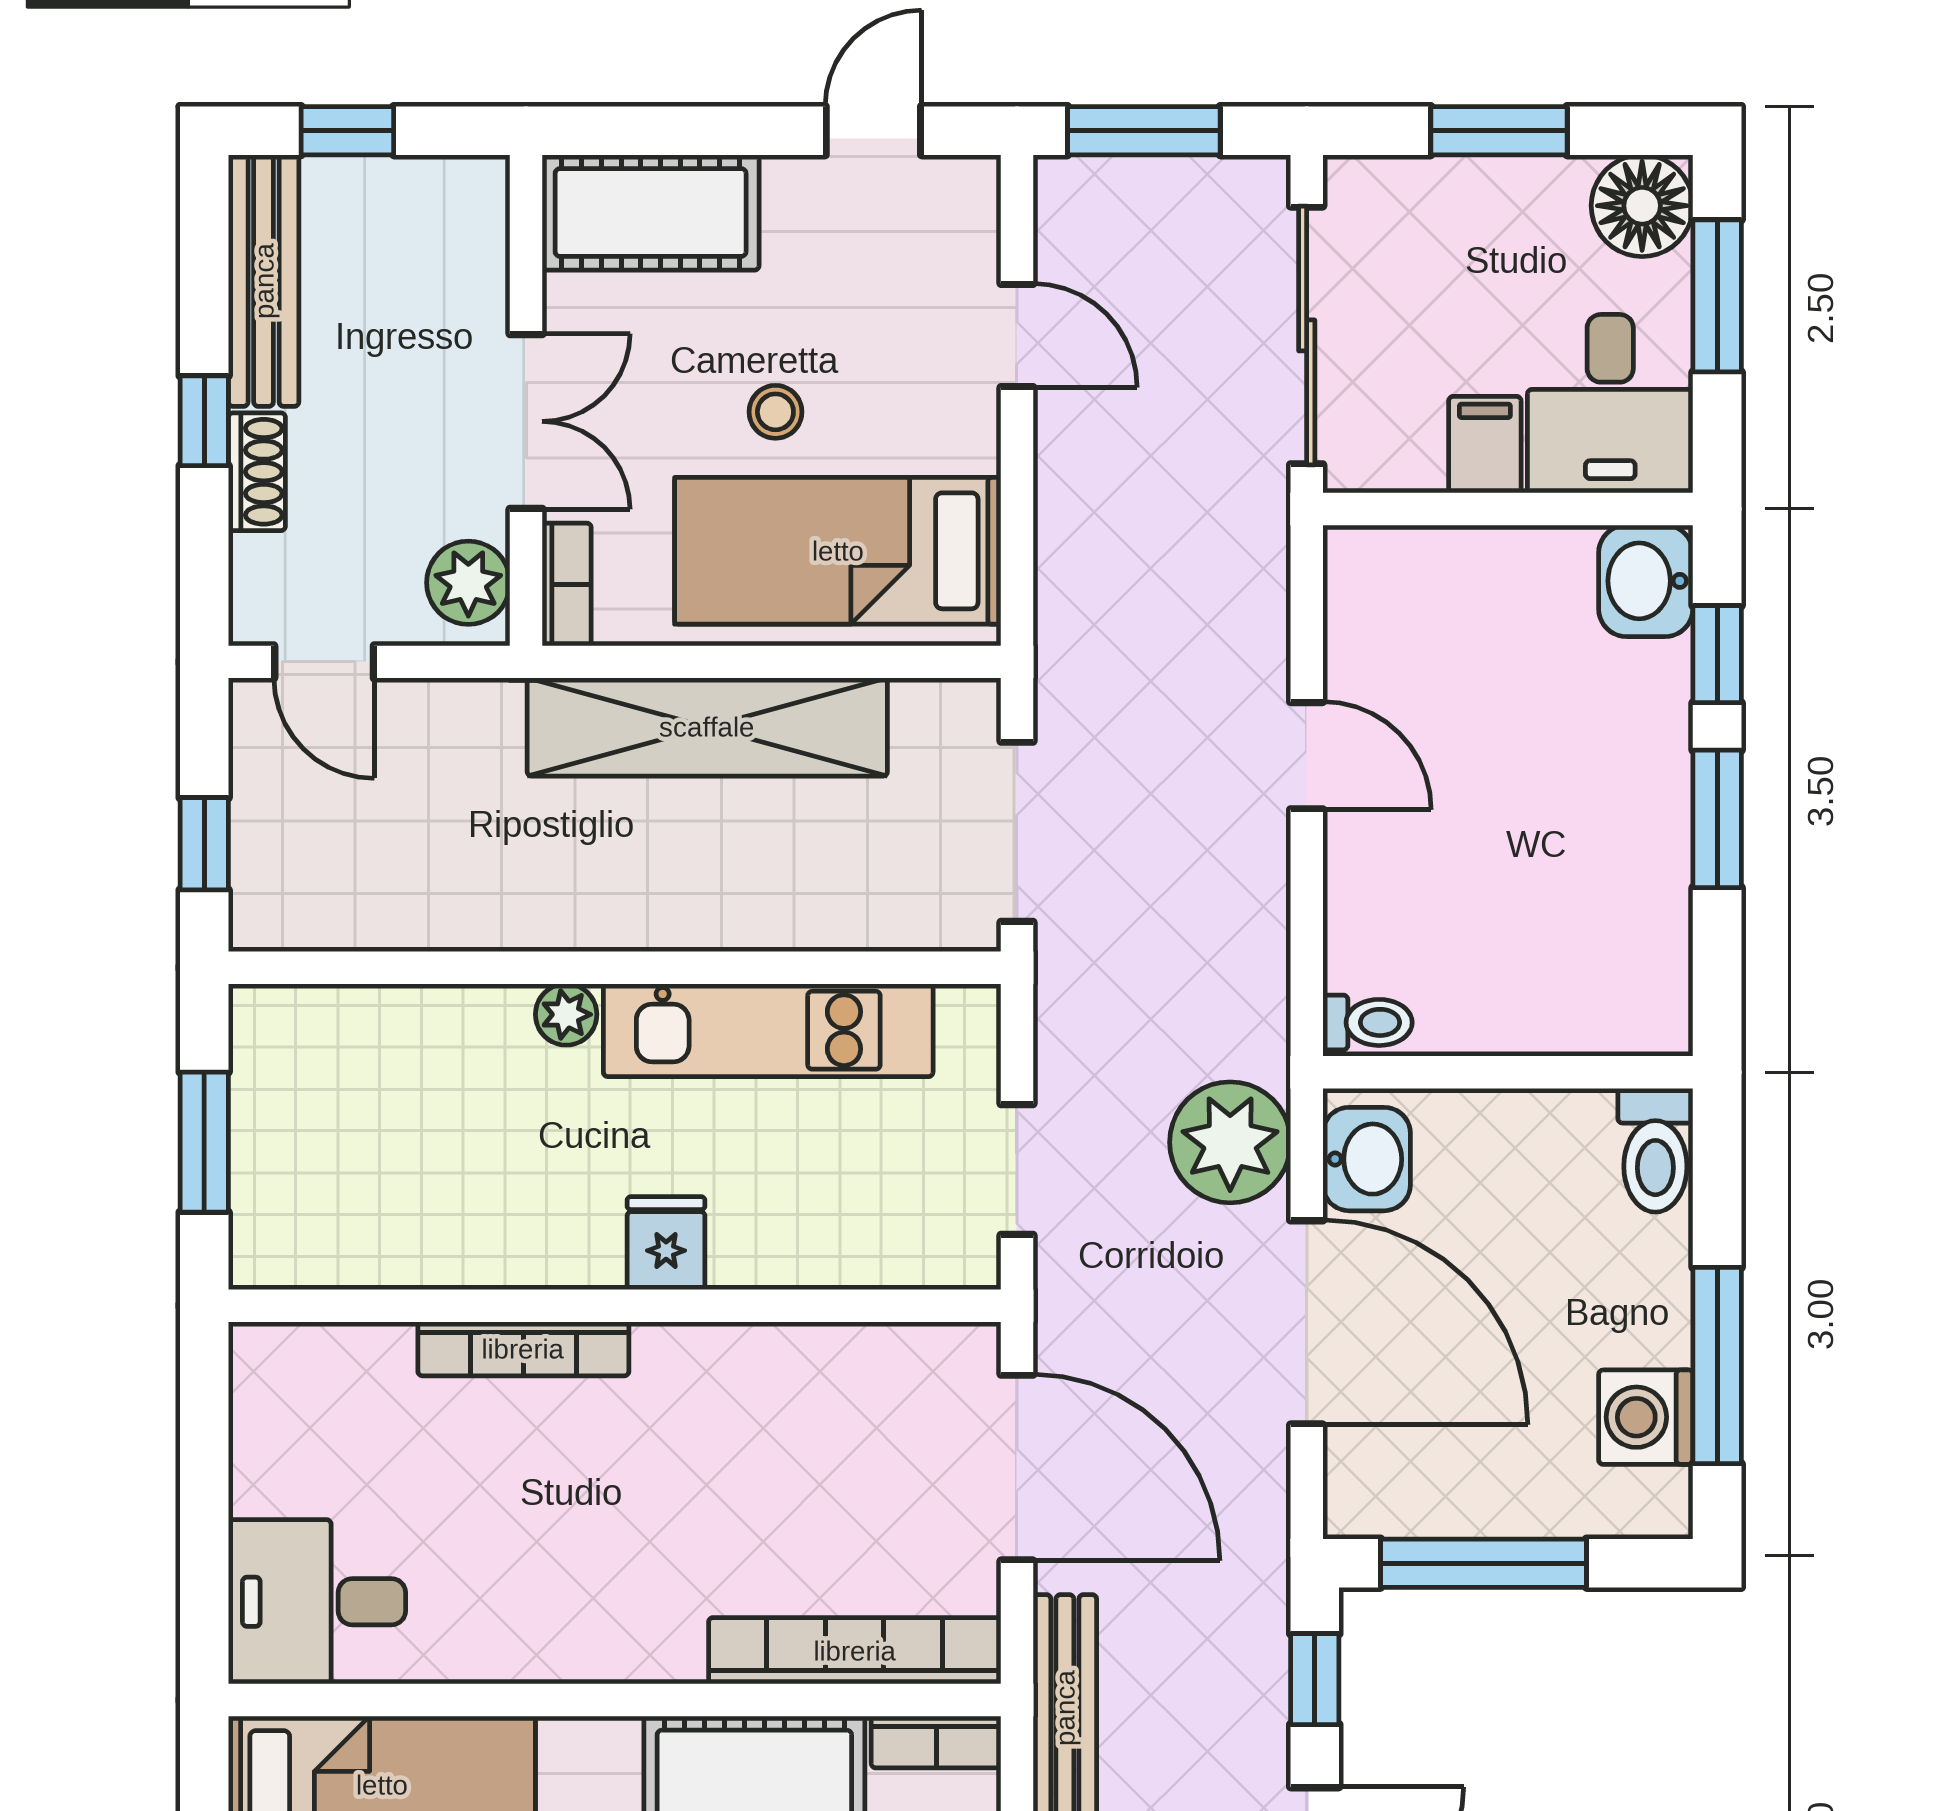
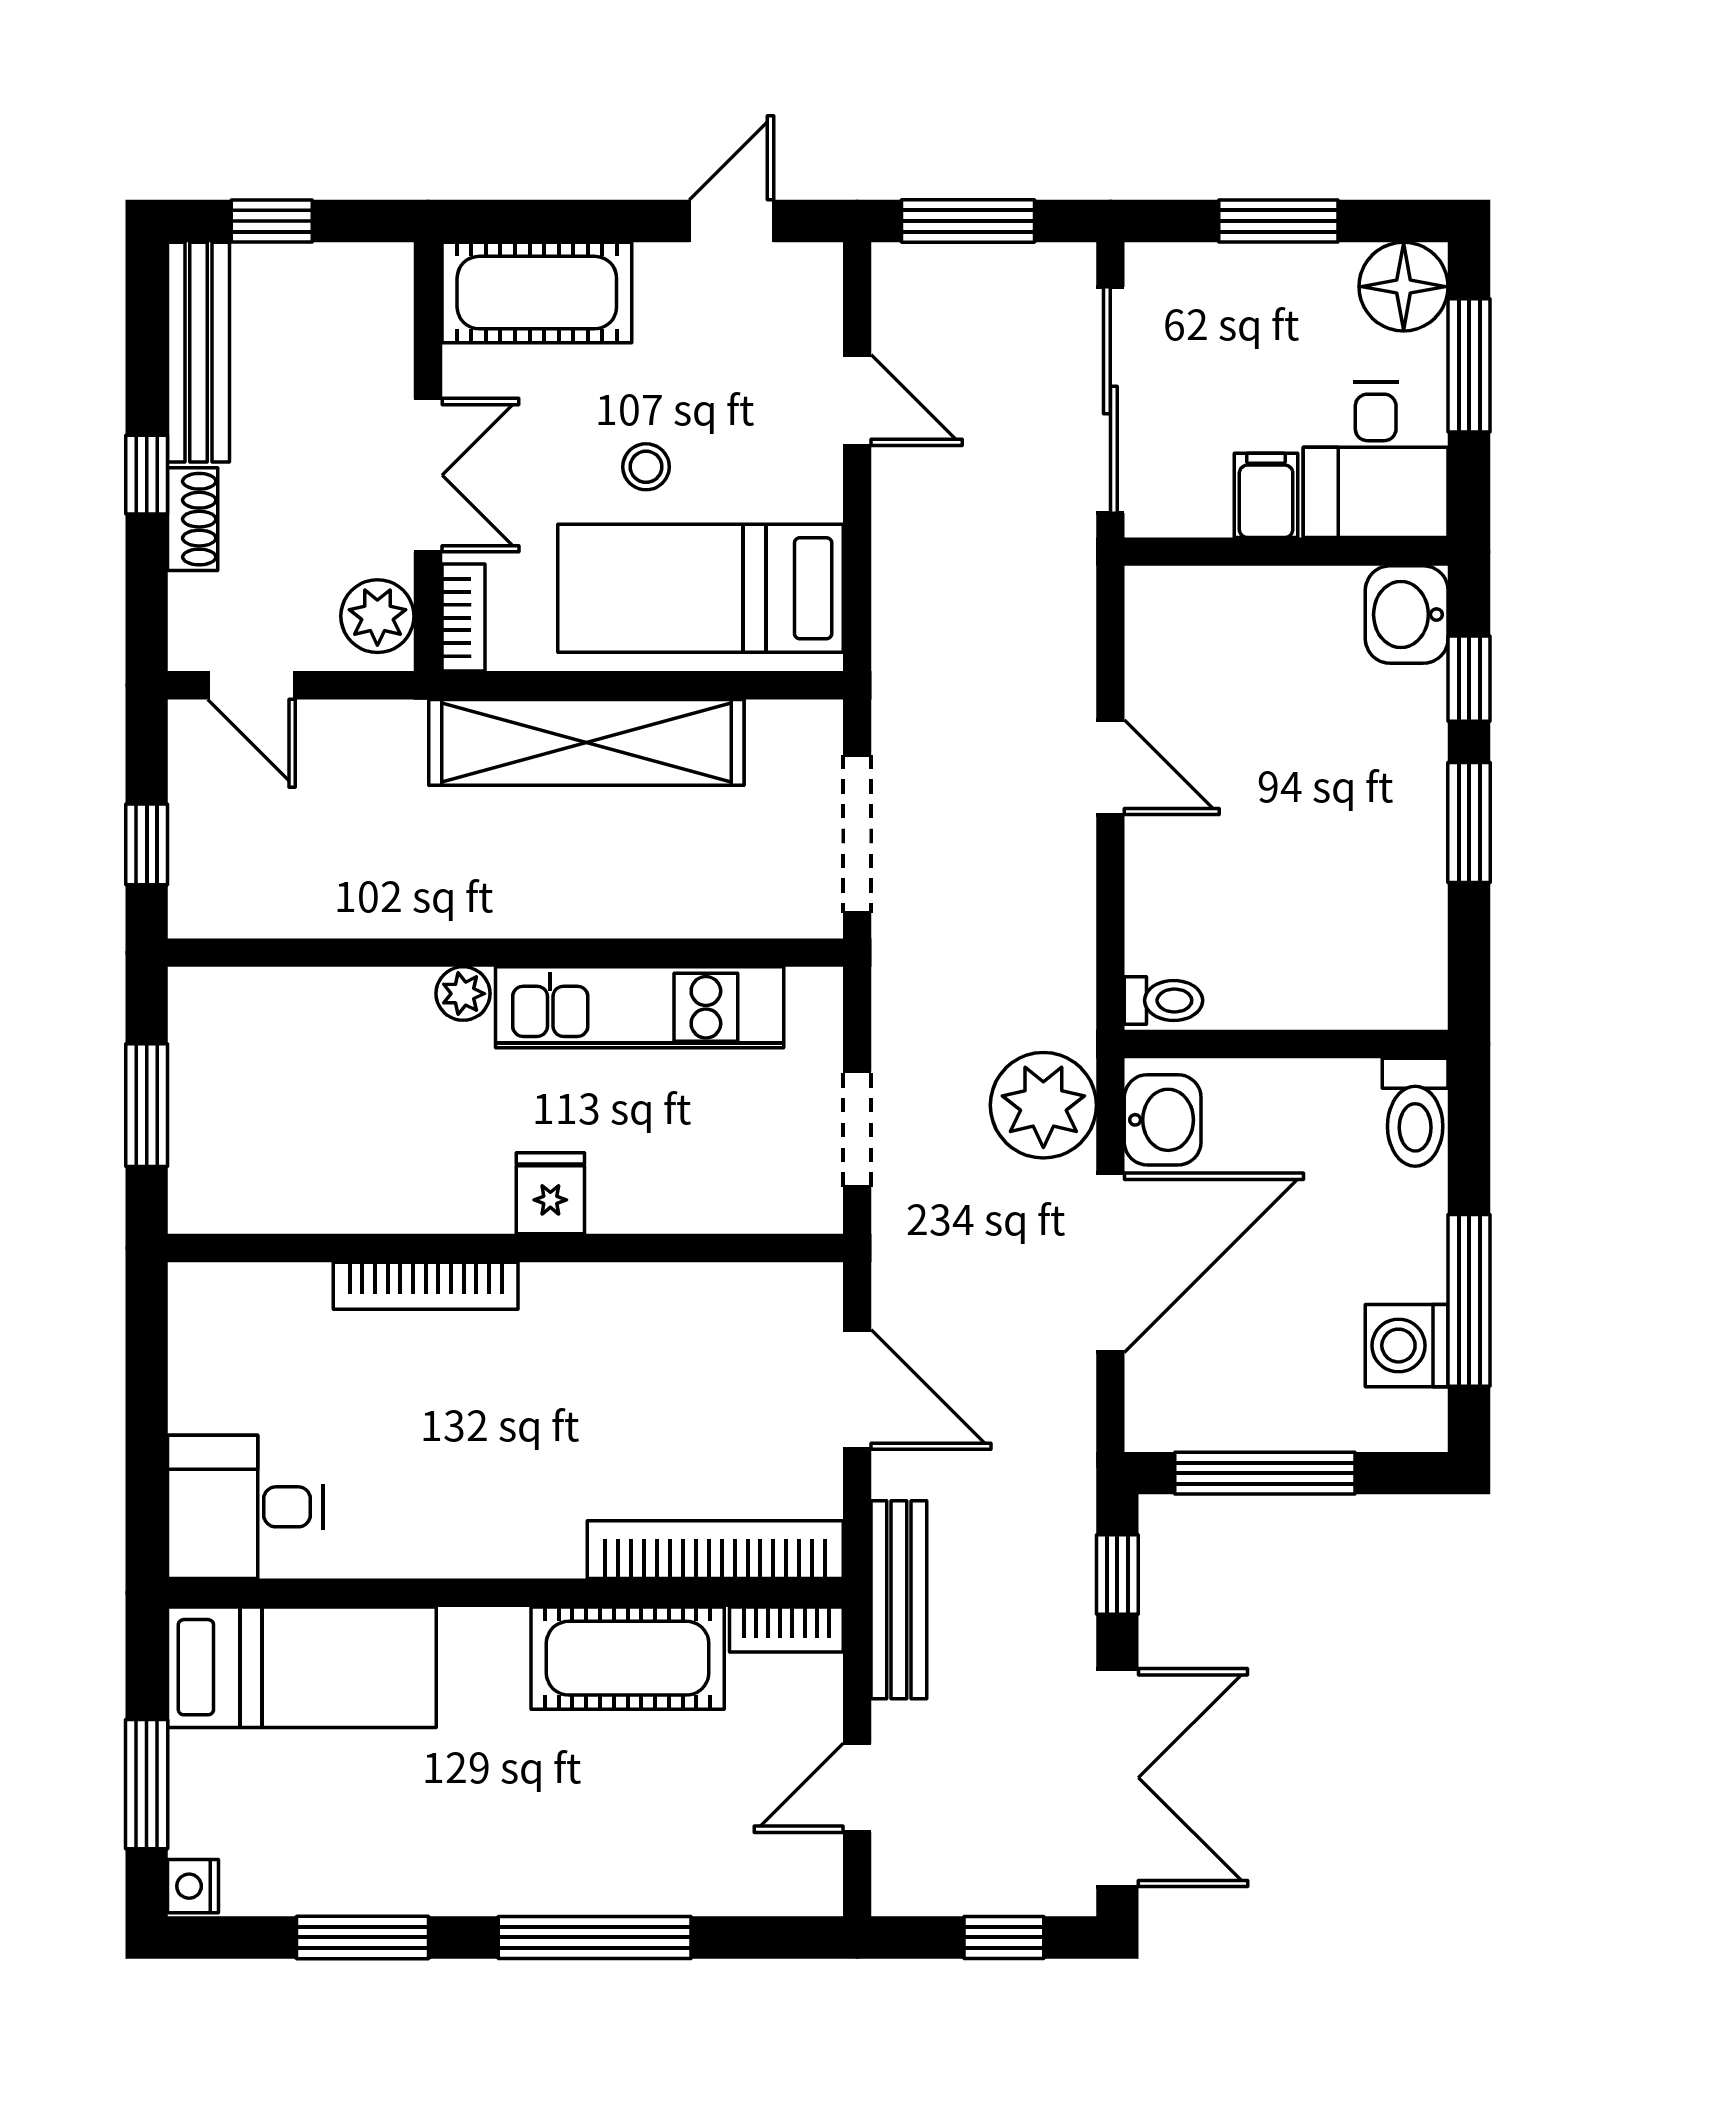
door: (1307, 1322) -> (1110, 1263), hinge flipped
door: (1017, 1468) -> (857, 1390), width x0.73

